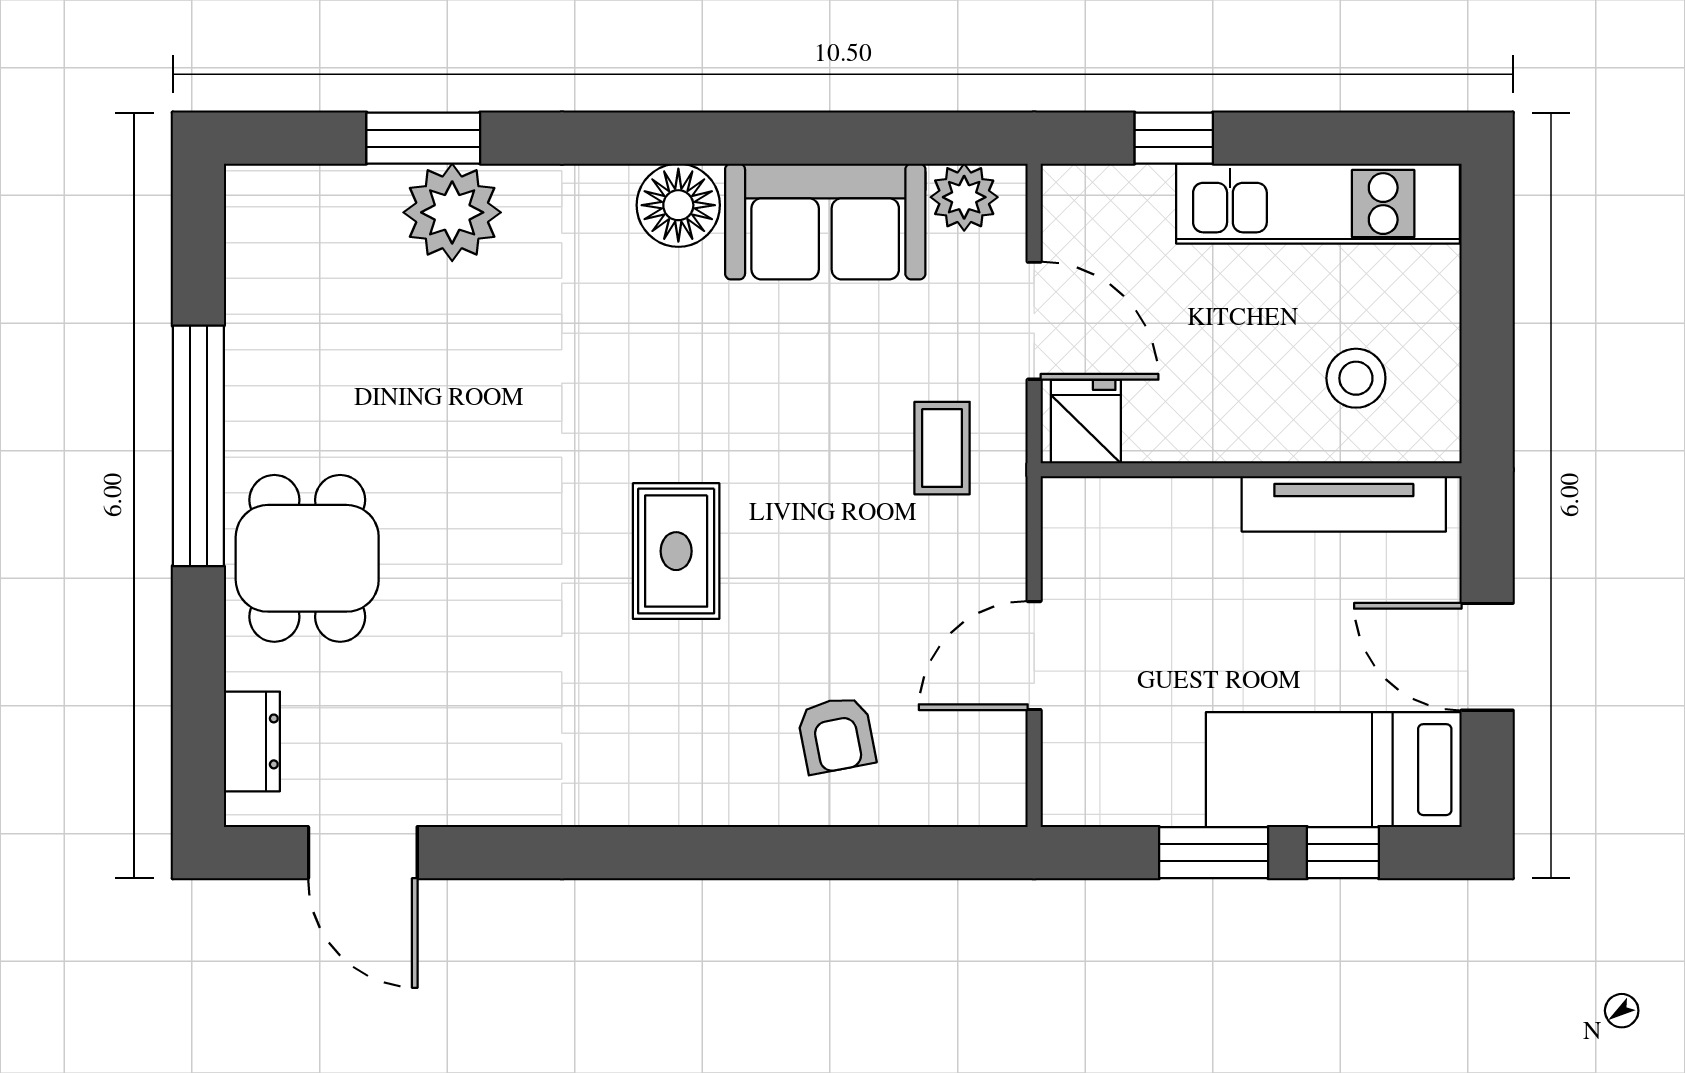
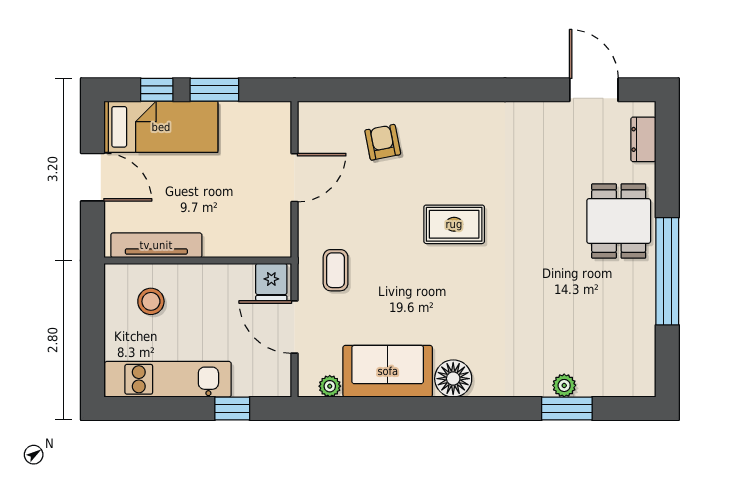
plant: (964, 197) -> (330, 386), width x0.73, depth x0.73
plant: (452, 212) -> (564, 385), width x0.53, depth x0.53
rug: (676, 551) -> (454, 224), turned 90

